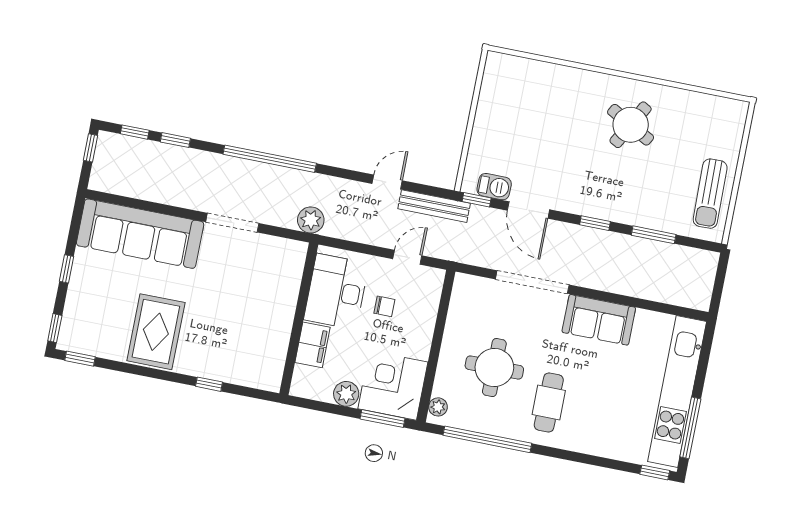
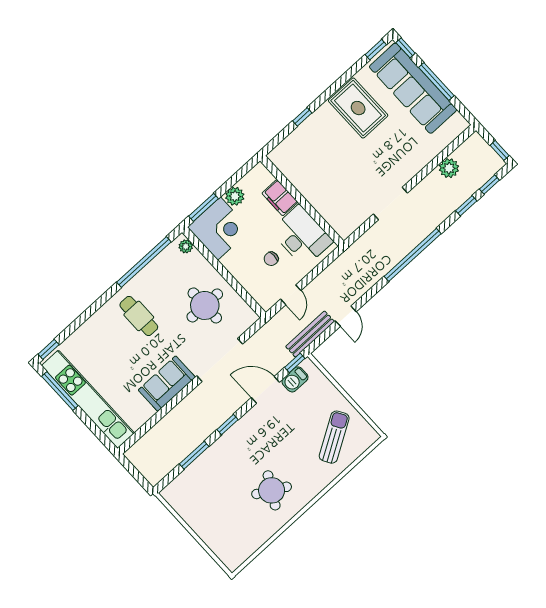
sun lounger: (710, 194) -> (334, 437), moved, turned 60
plant: (311, 220) -> (449, 168), moved
sofa: (140, 234) -> (413, 88), moved, turned -90
window: (66, 269) -> (436, 82), width x2.17
round table: (494, 368) -> (205, 305), moved

